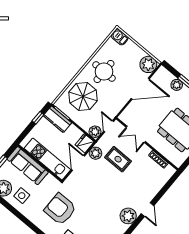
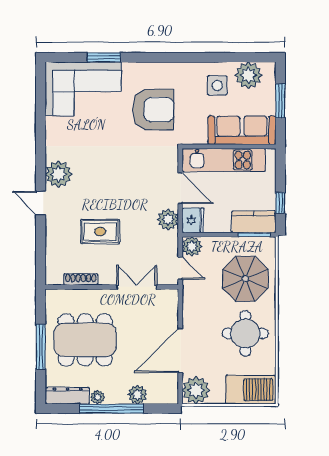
barbecue: (120, 37) -> (251, 390), width x1.88, depth x1.53
rug: (118, 159) -> (100, 232), moved

